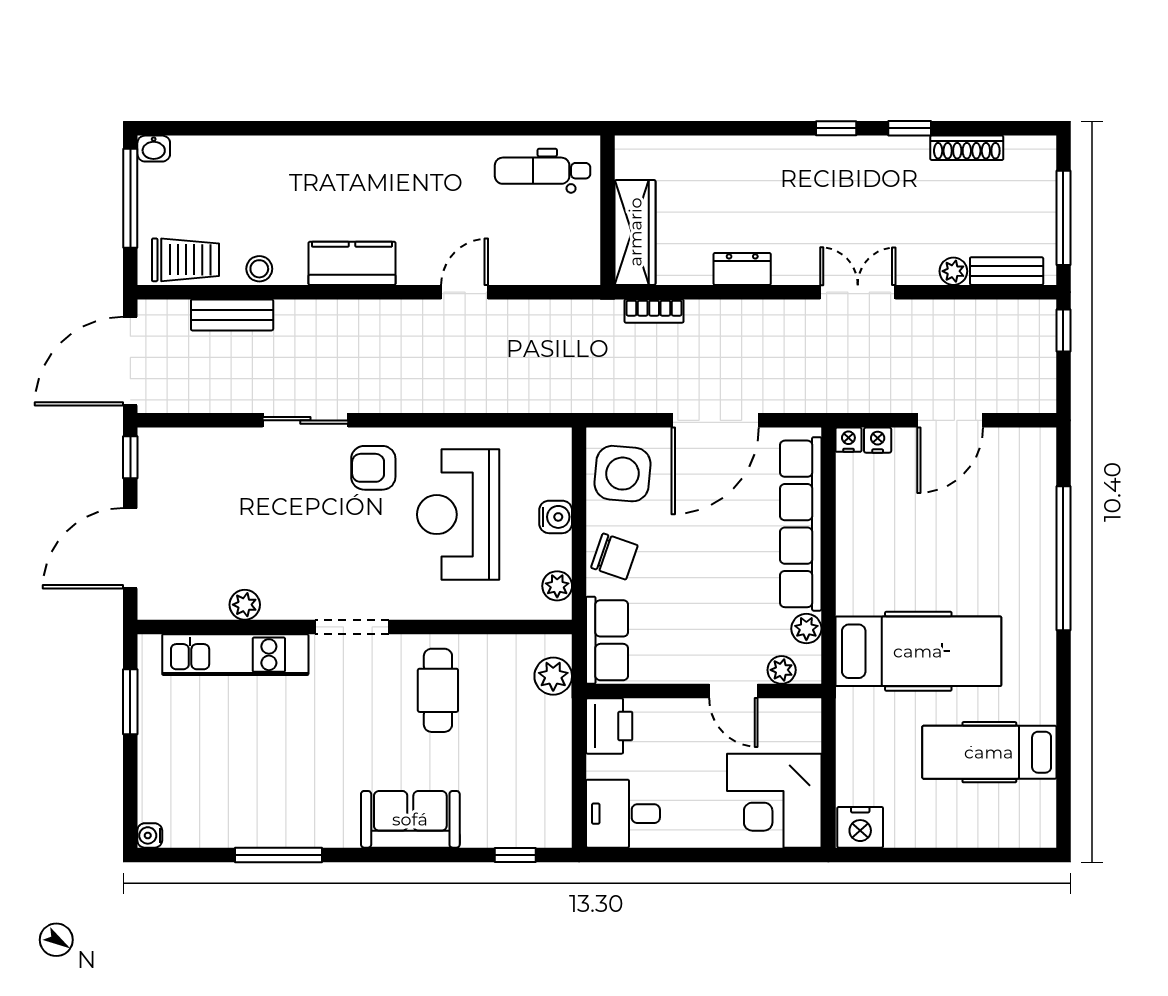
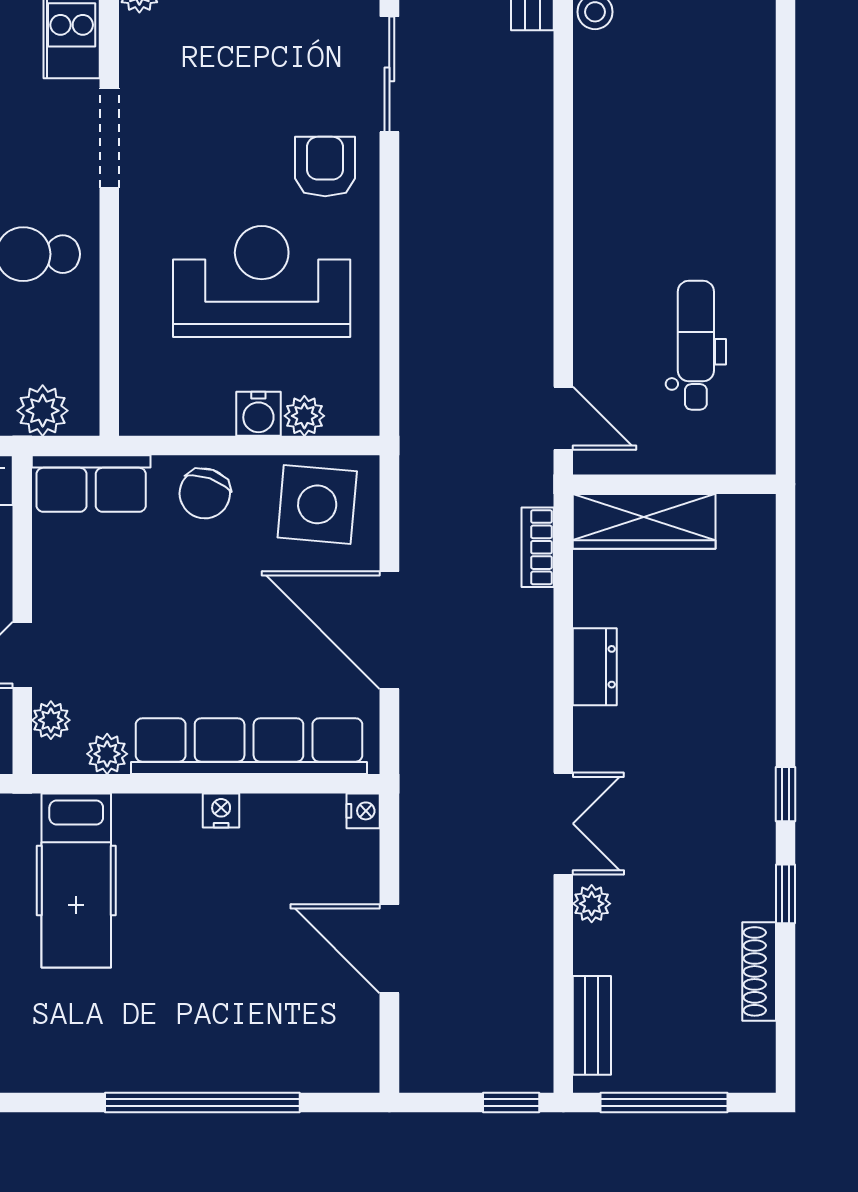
dental chair: (543, 171) -> (696, 345), moved
kitchen counter: (352, 263) -> (602, 138), removed
plant: (953, 271) -> (592, 904), moved
door: (465, 292) -> (563, 418), moved
nightstand: (878, 440) -> (221, 811), moved, turned -90
plant: (557, 586) -> (304, 416), moved
hospital bed: (918, 651) -> (76, 880), width x0.73, depth x0.78

